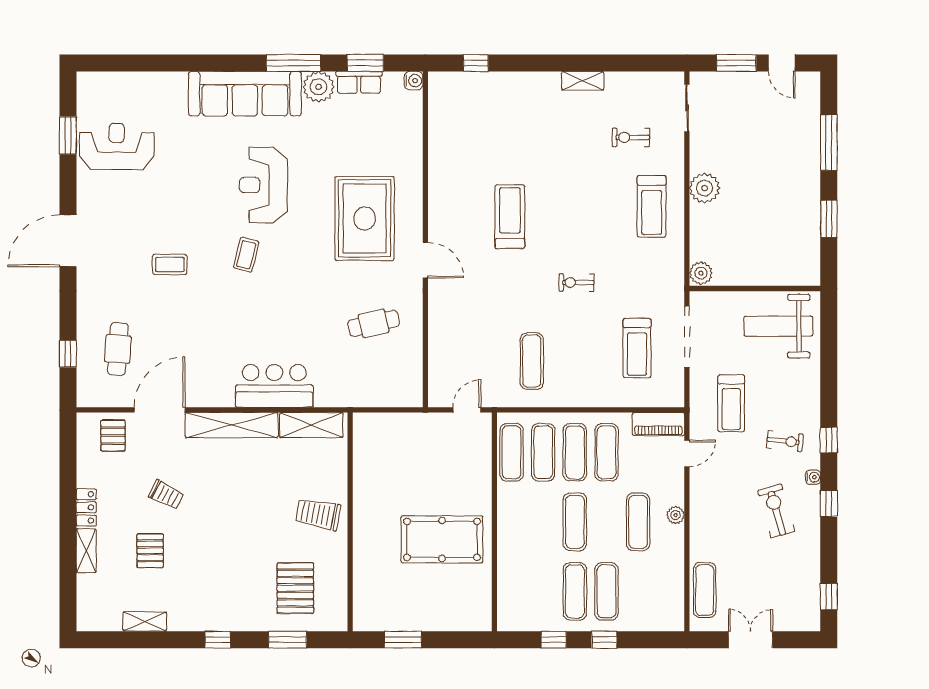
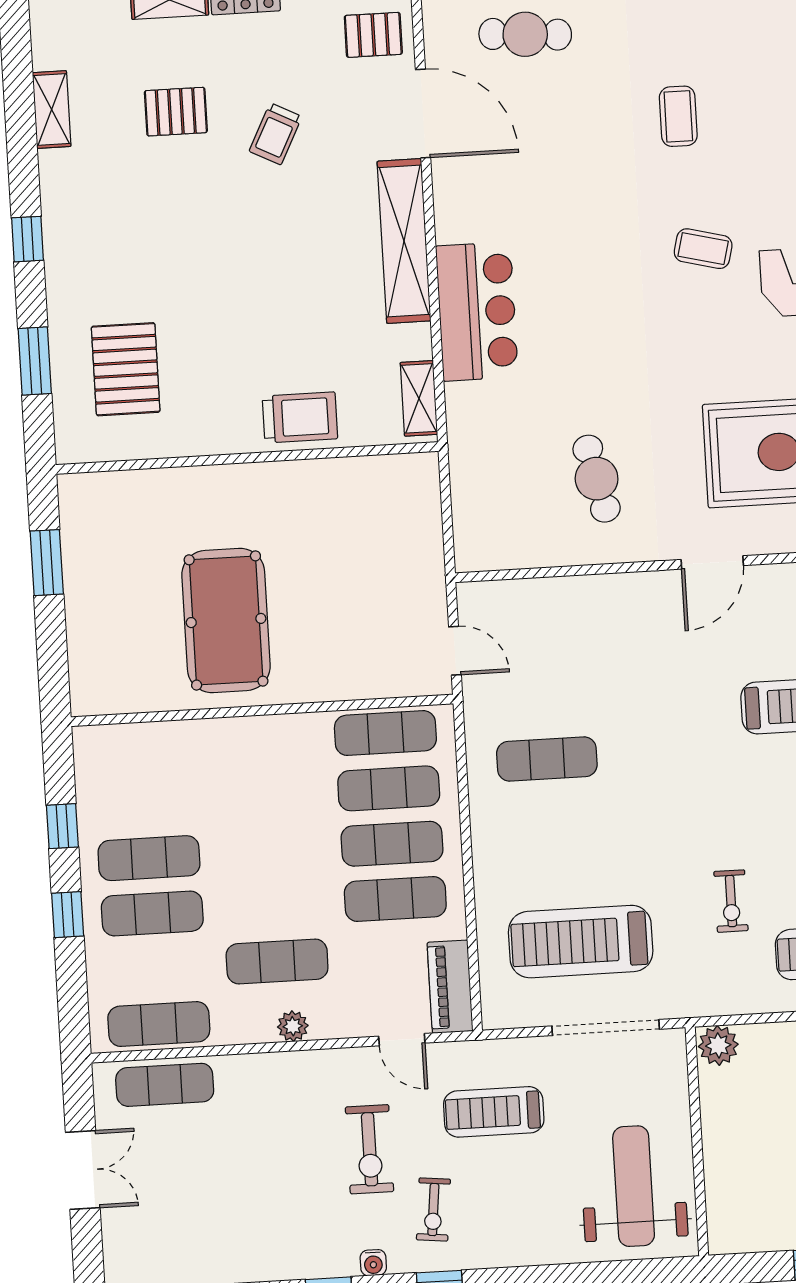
exercise bike: (577, 283) -> (731, 901), moved, turned 180
treadmill: (637, 348) -> (581, 942), width x1.37, depth x1.38
shelving: (311, 425) -> (419, 398), width x0.67, depth x0.75
exercise bike: (776, 511) -> (370, 1149), moved, turned 106
trolley: (318, 514) -> (300, 417), moved, turned 79
exercise mat: (575, 522) -> (159, 1024), moved
pallet: (295, 588) -> (126, 369), turned 90

